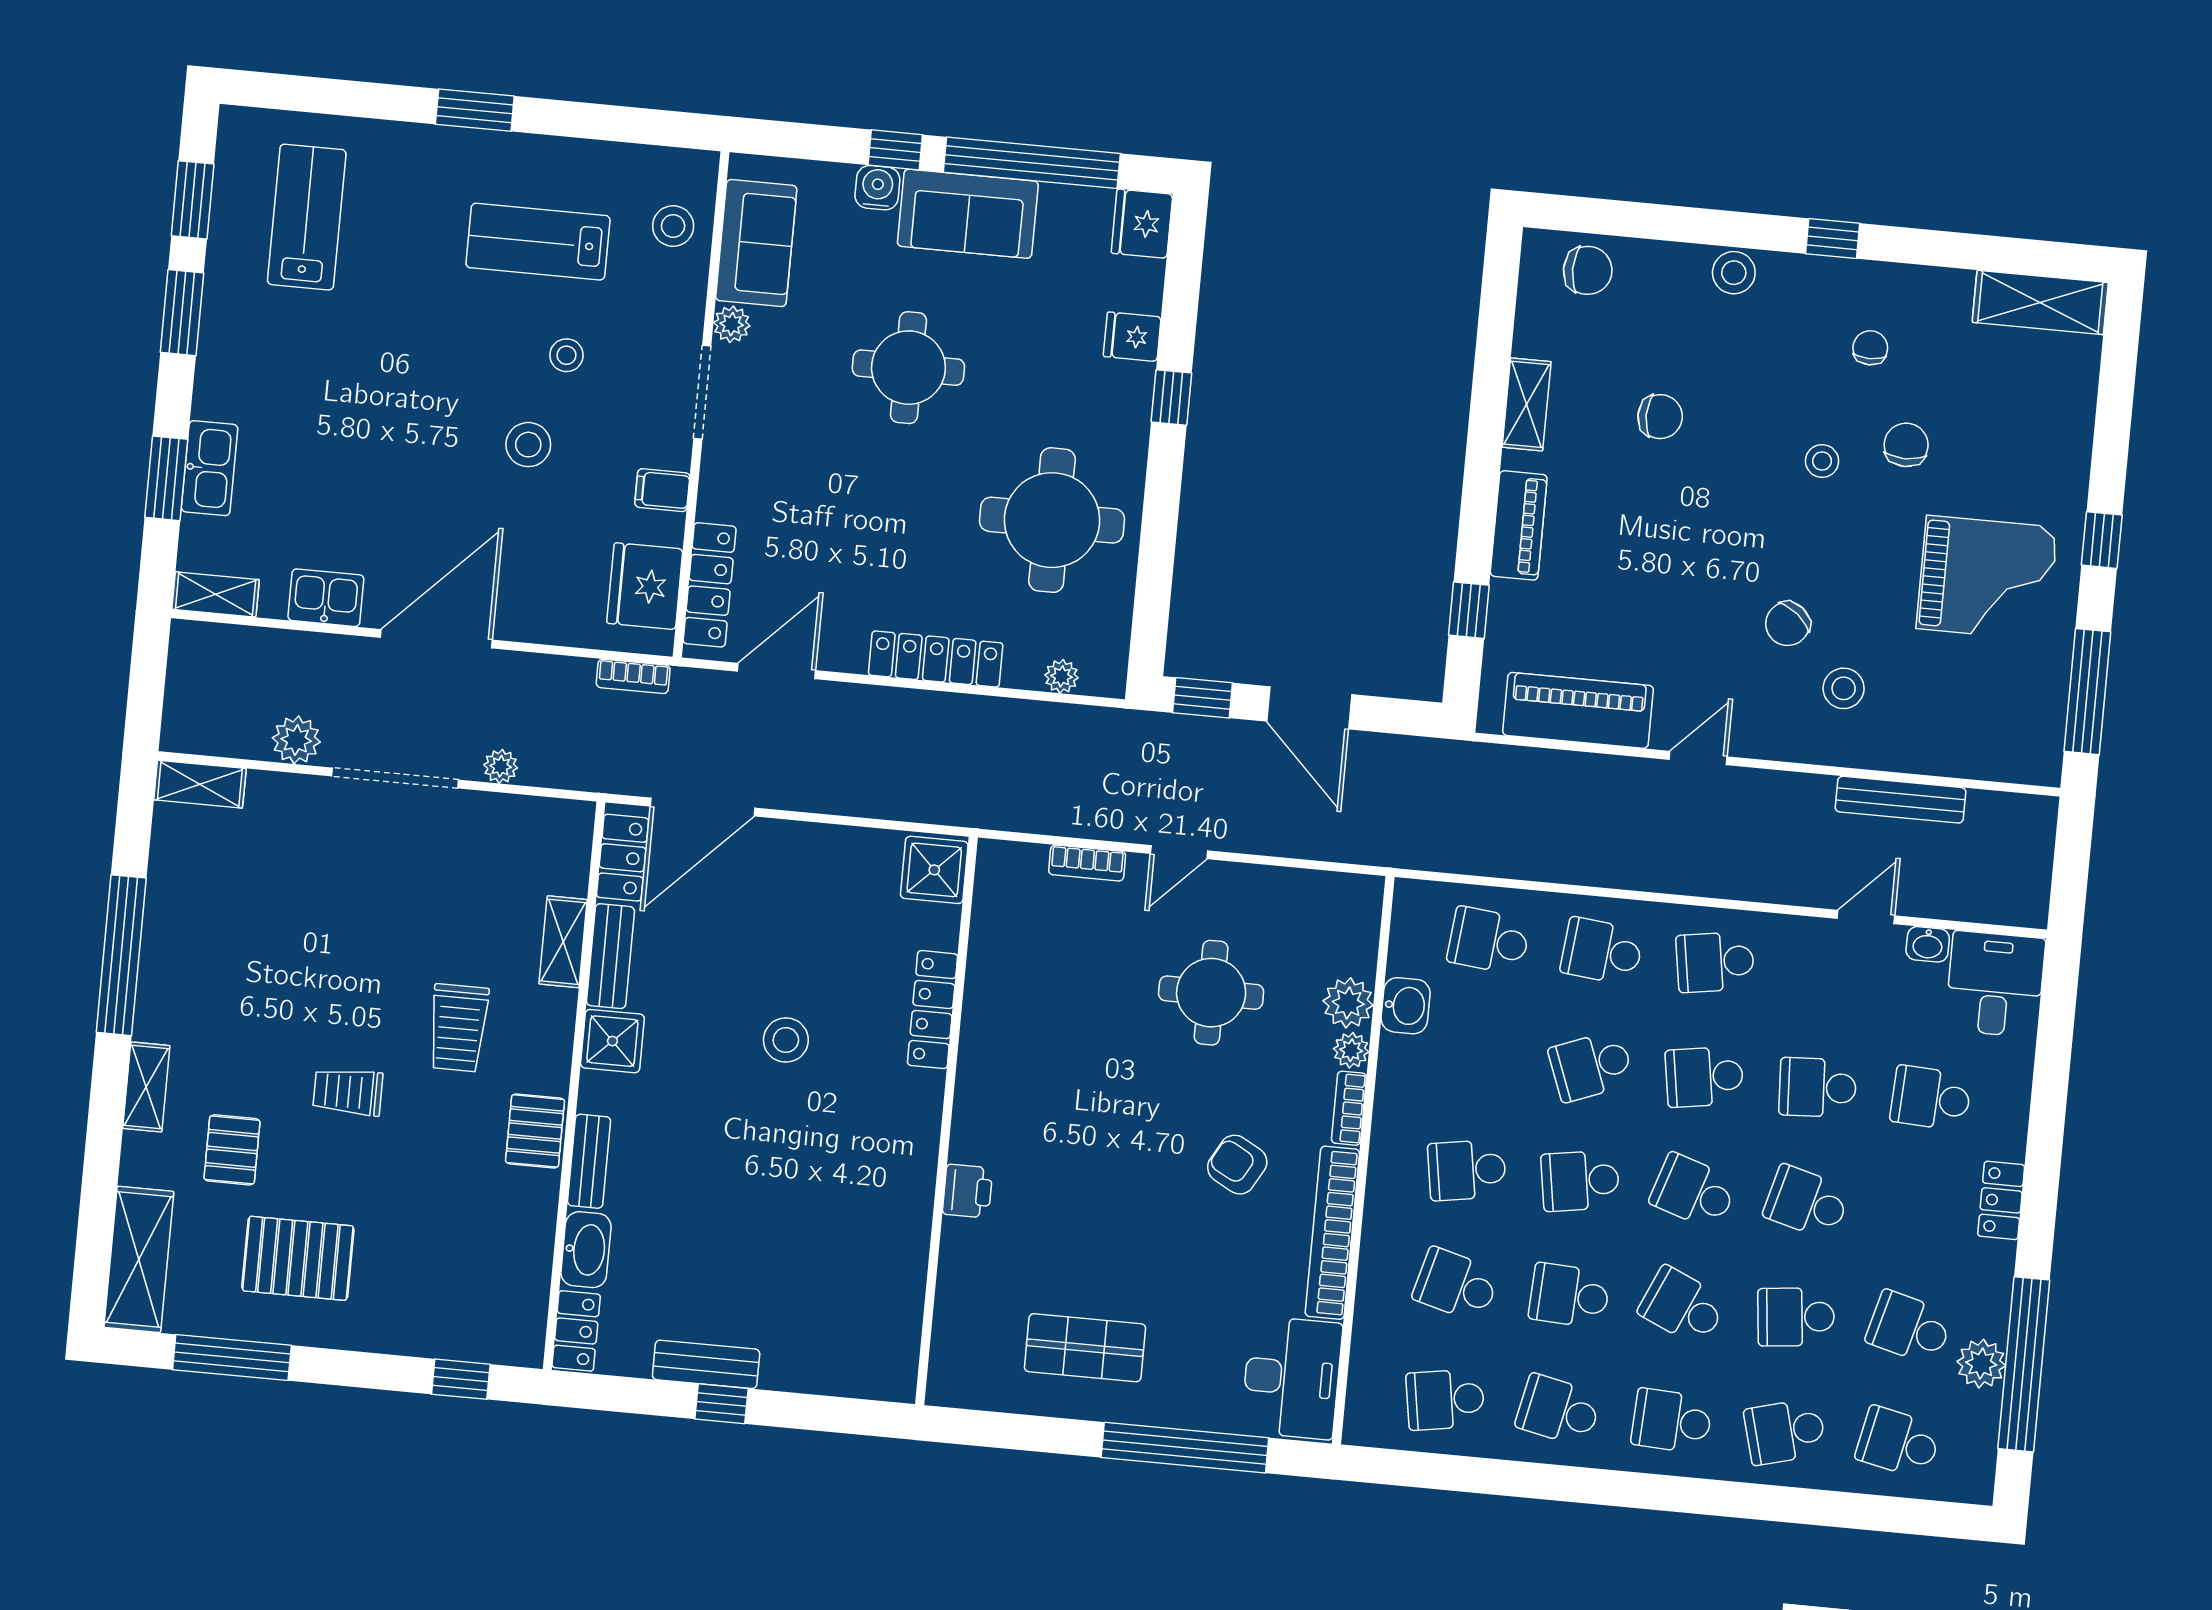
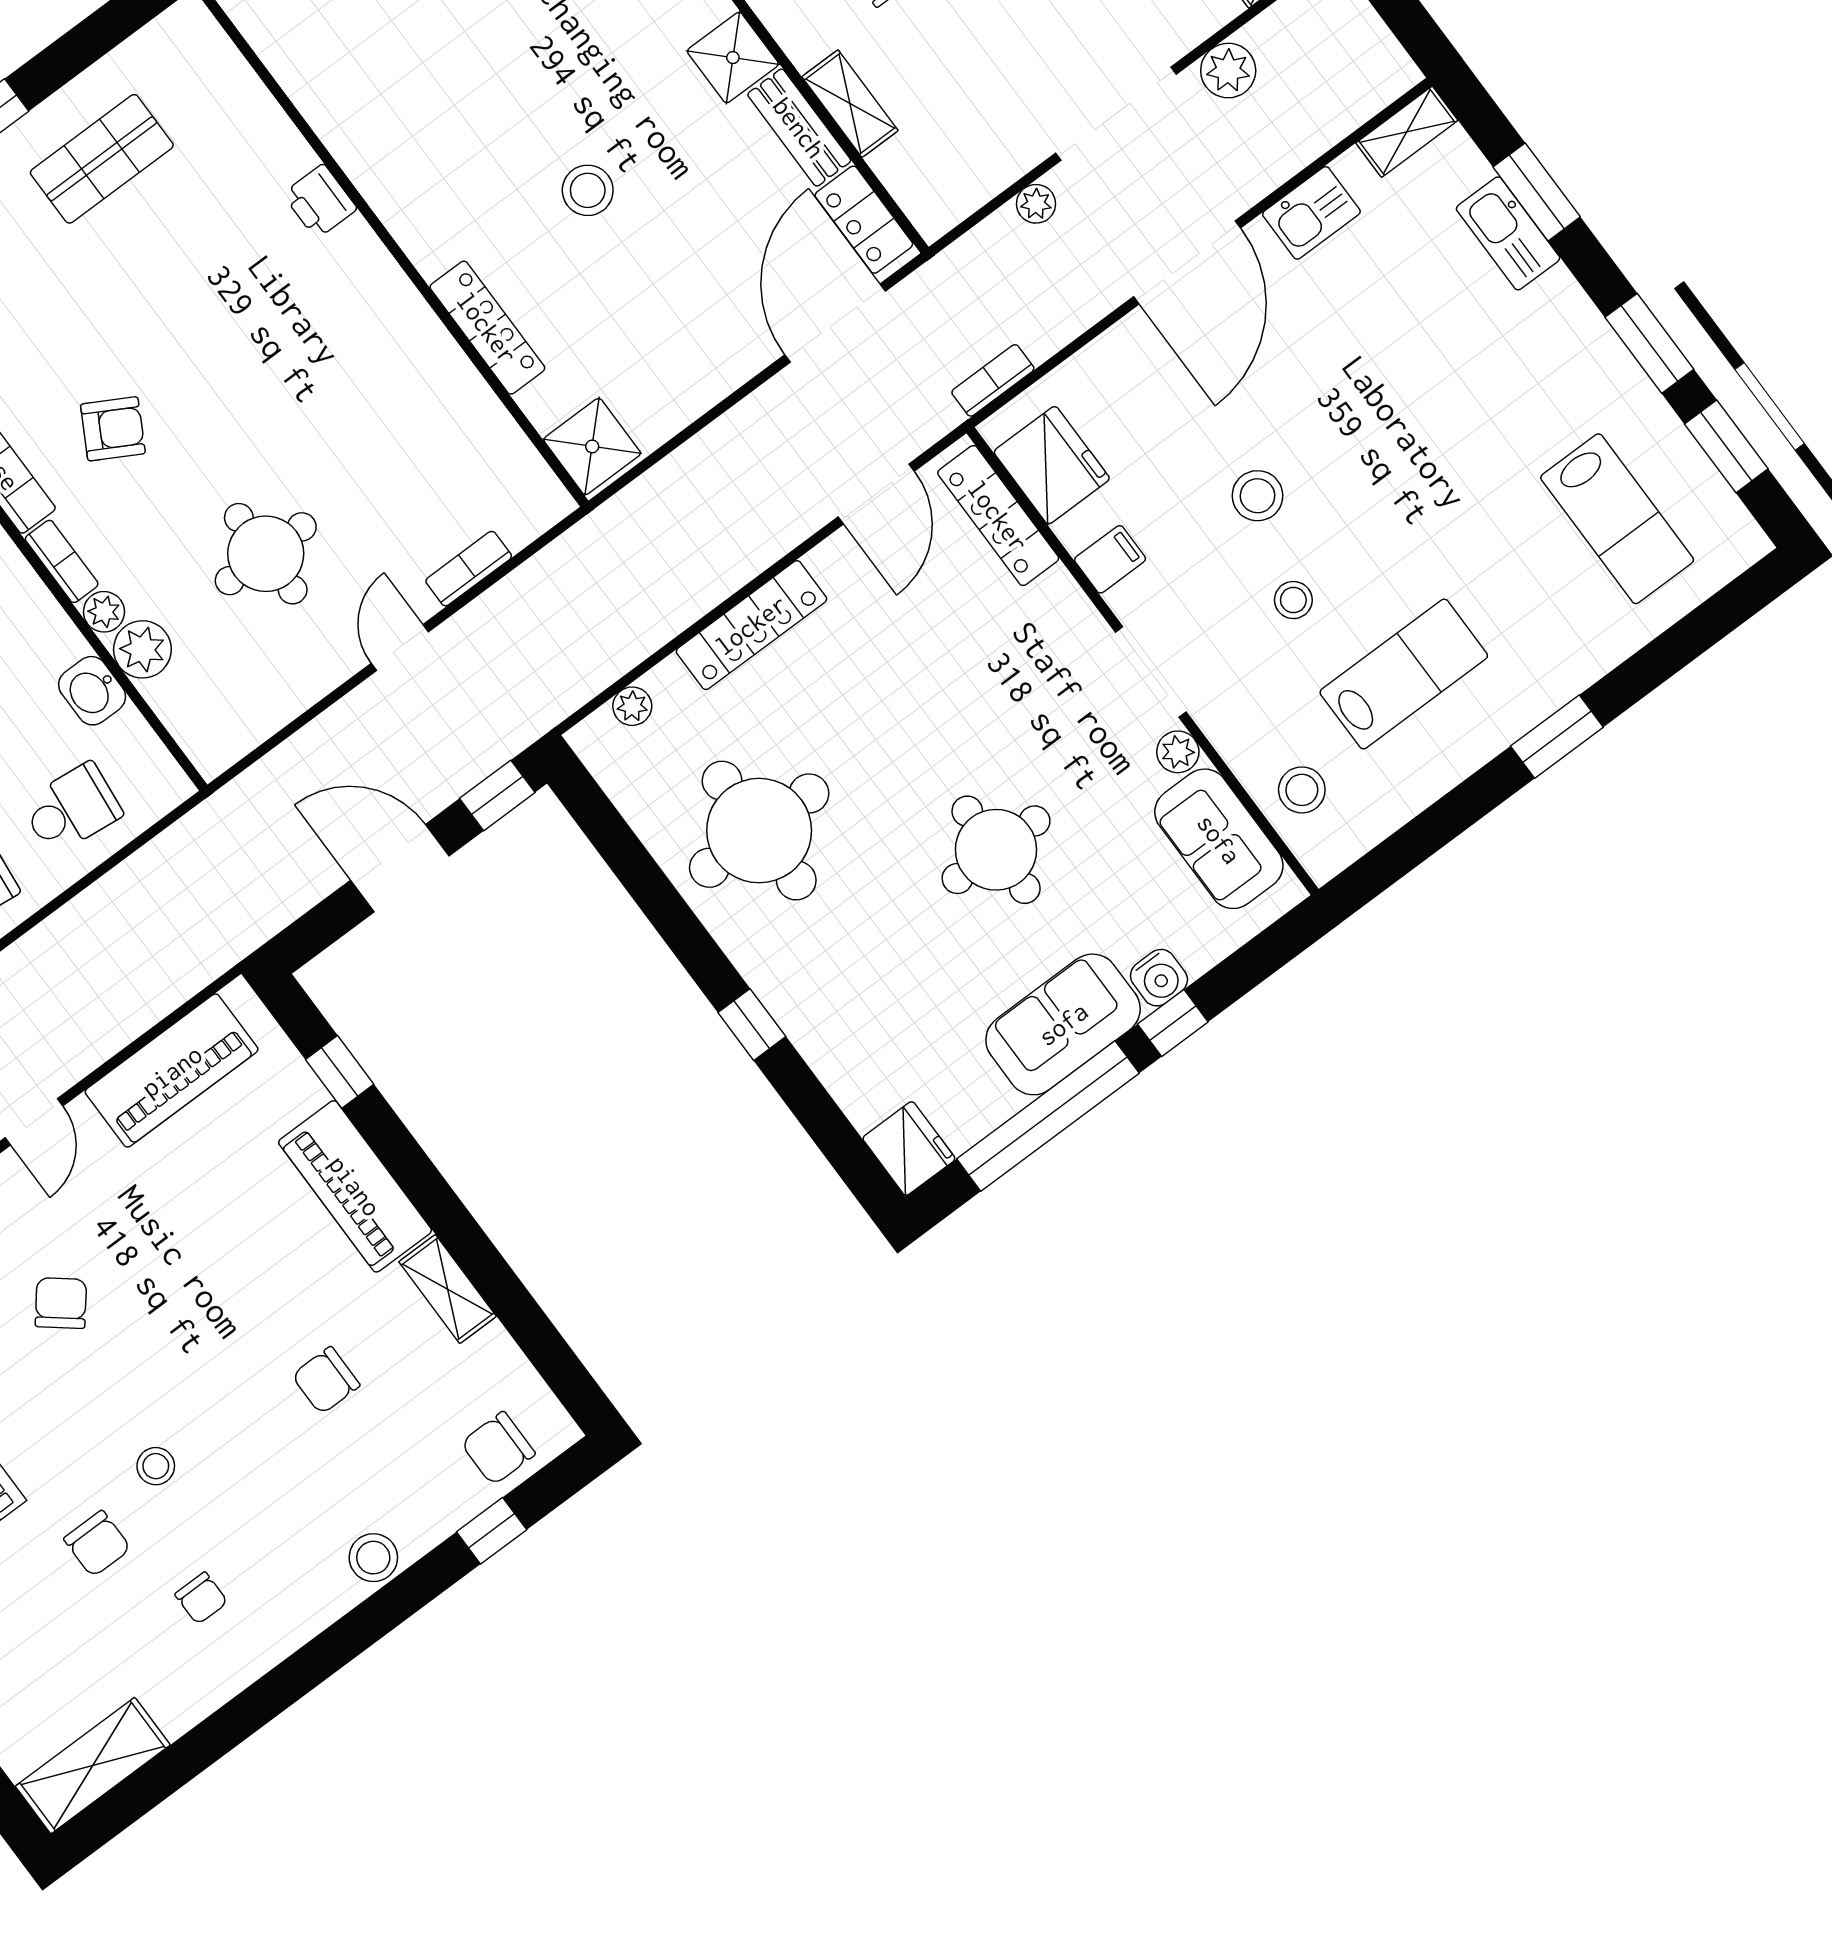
window: (1833, 238) -> (492, 1531), moved
fridge: (1132, 337) -> (831, 1046), removed
piano: (1519, 525) -> (355, 1186), width x1.37, depth x1.33

